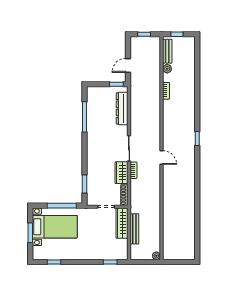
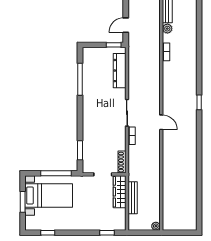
wardrobe: (122, 173) -> (119, 138), removed

